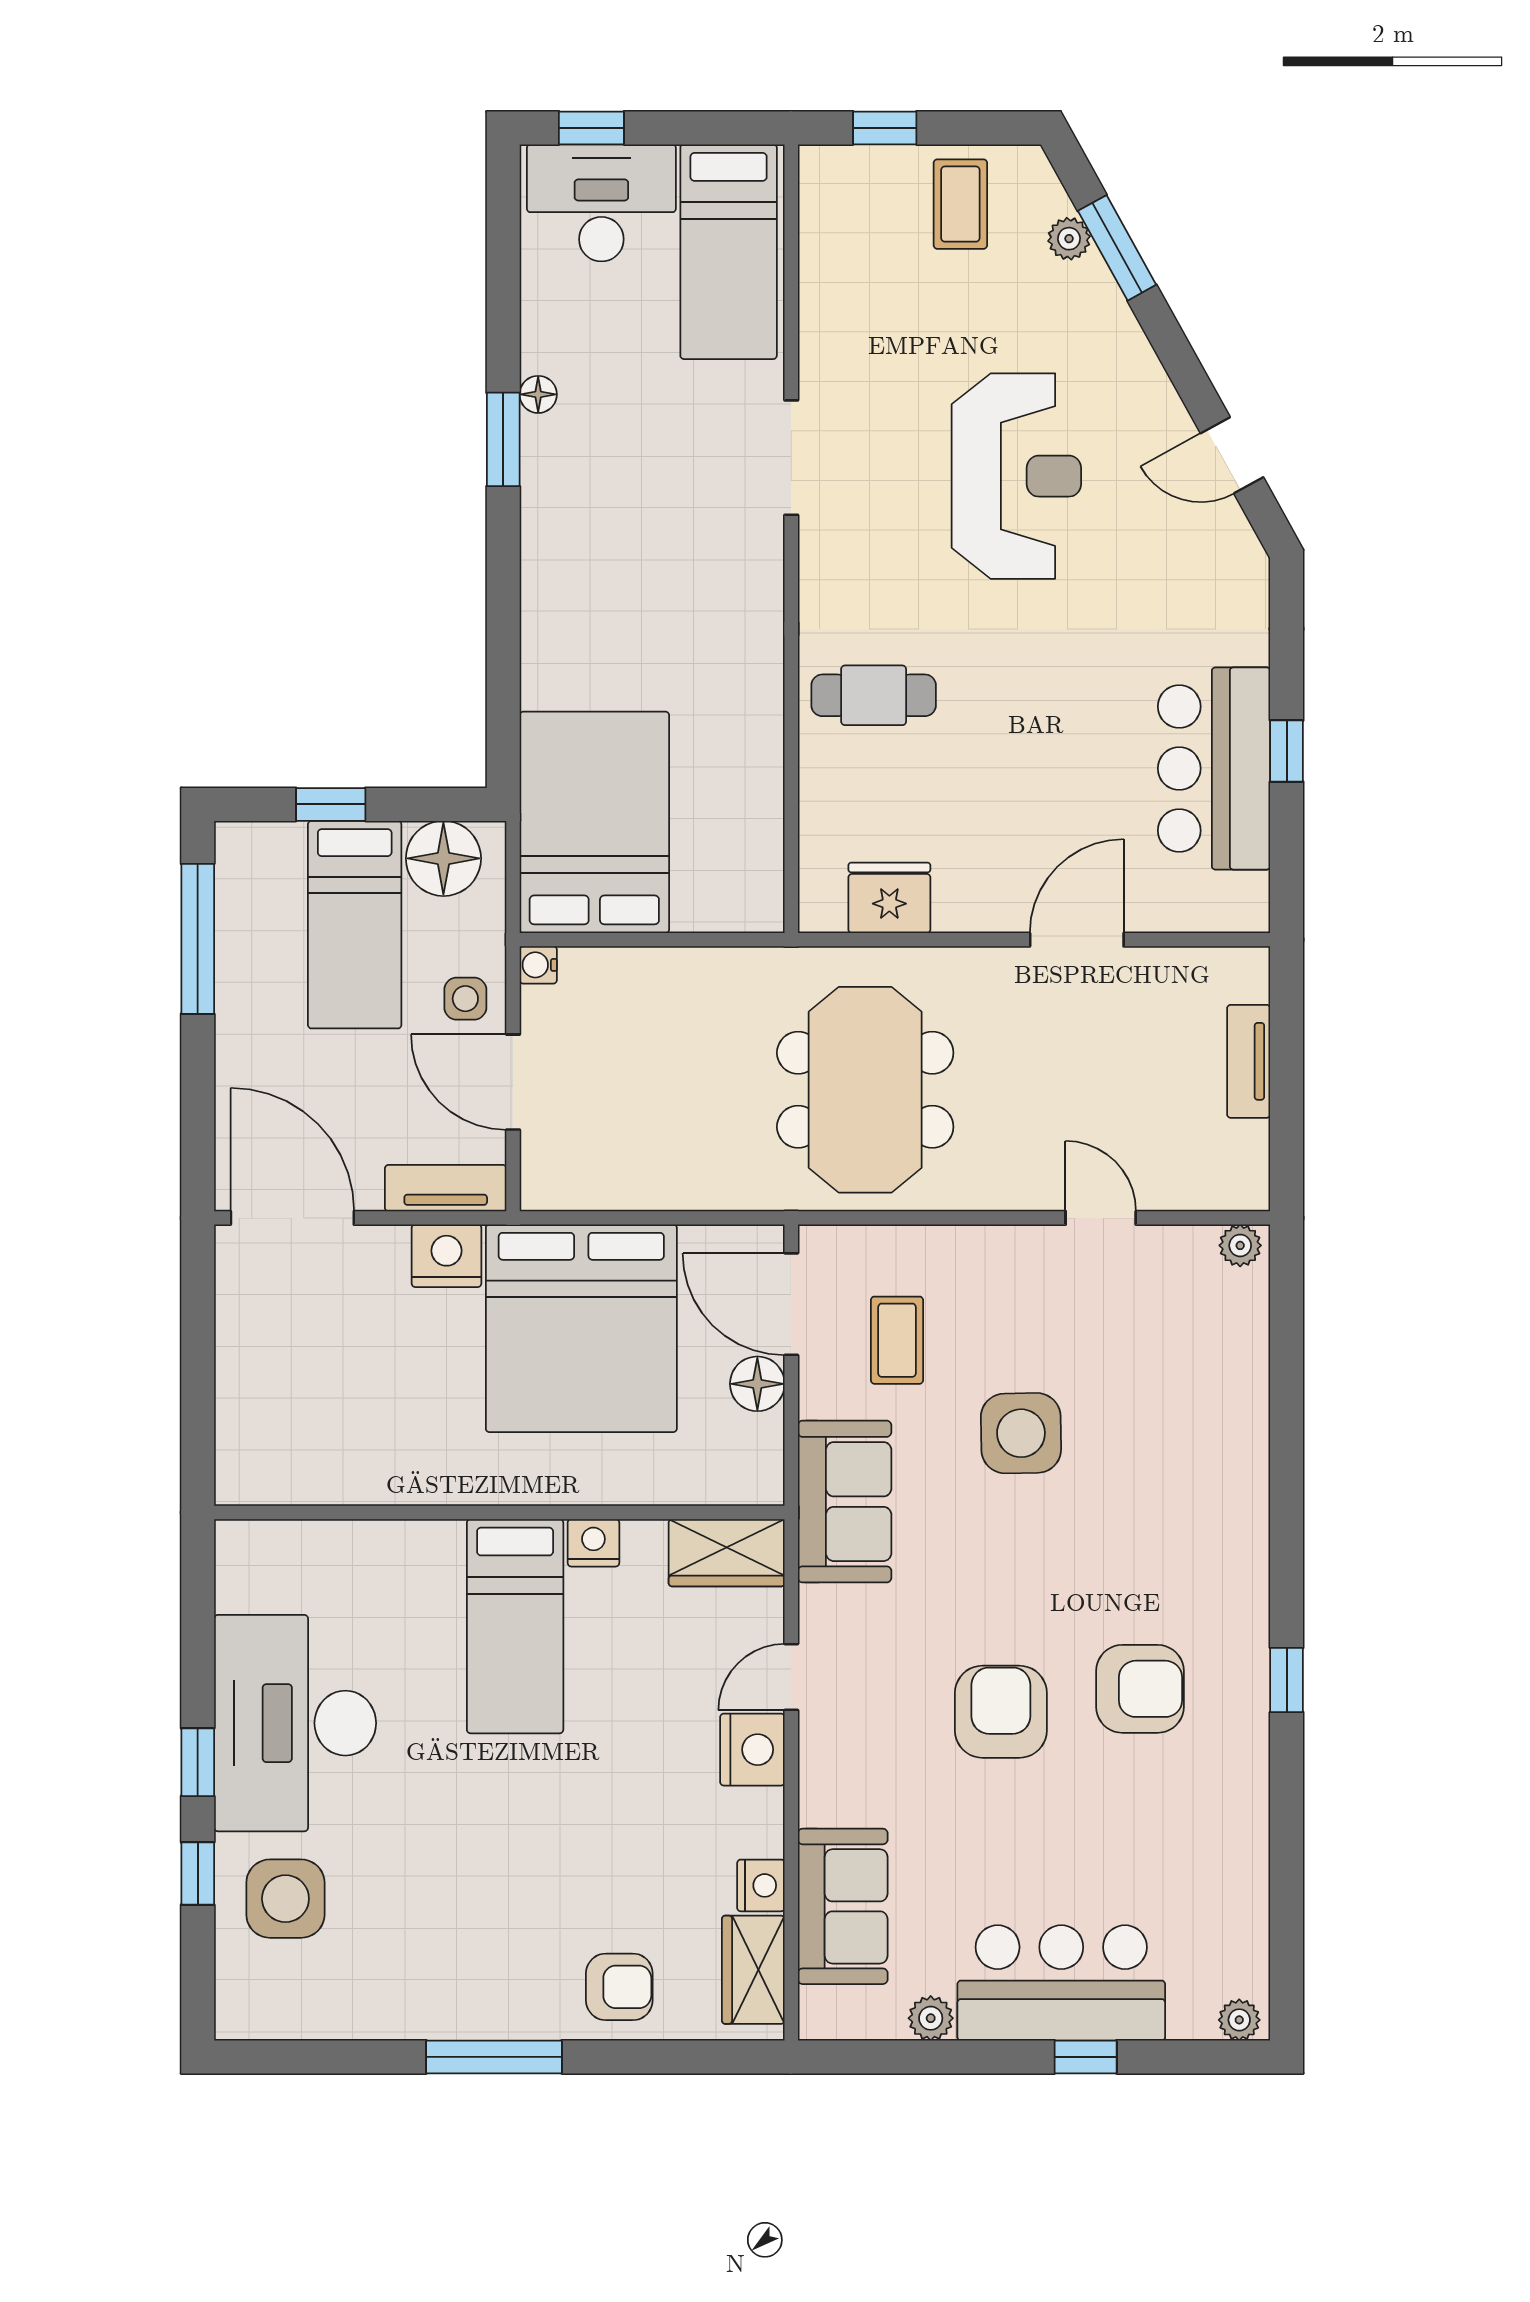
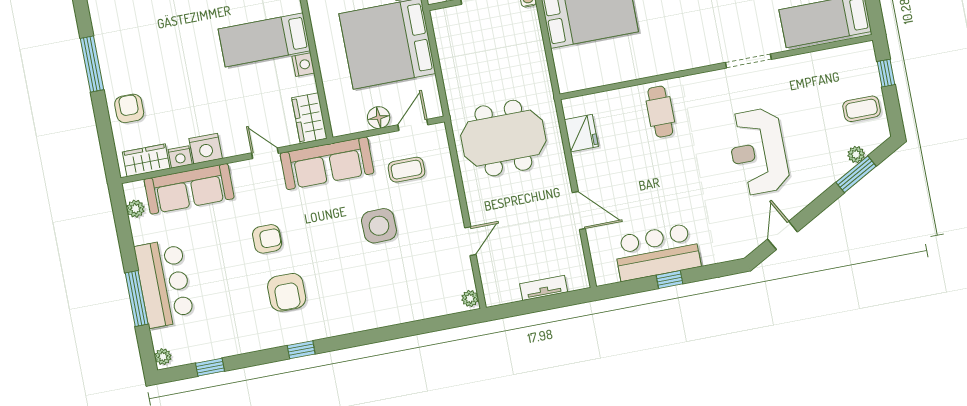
reception desk: (1016, 476) -> (758, 152), turned 90
door: (791, 1304) -> (413, 125), width x0.73
sofa: (845, 1502) -> (327, 163), width x1.36
armchair: (1001, 1712) -> (267, 239), width x0.72, depth x0.72
nightstand: (752, 1750) -> (206, 149), moved
sofa: (843, 1906) -> (189, 189), width x1.36
window: (1287, 1910) -> (210, 367), added
armchair: (619, 1987) -> (129, 108), turned 180
plant: (931, 2018) -> (135, 209), moved
window: (1086, 2057) -> (137, 299), width x2.17

